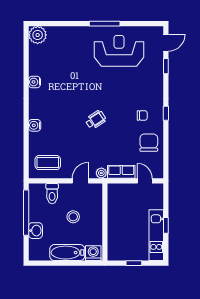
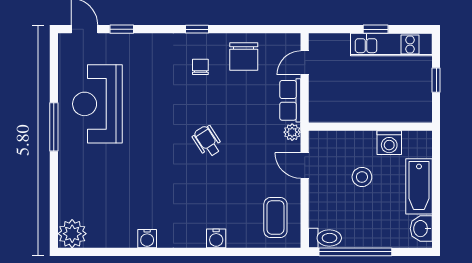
chair: (149, 143) -> (244, 56), turned -90
toilet: (52, 194) -> (325, 238), moved
washbasin: (35, 231) -> (421, 229), moved, turned -90
washing machine: (93, 253) -> (389, 143), moved, turned -90

